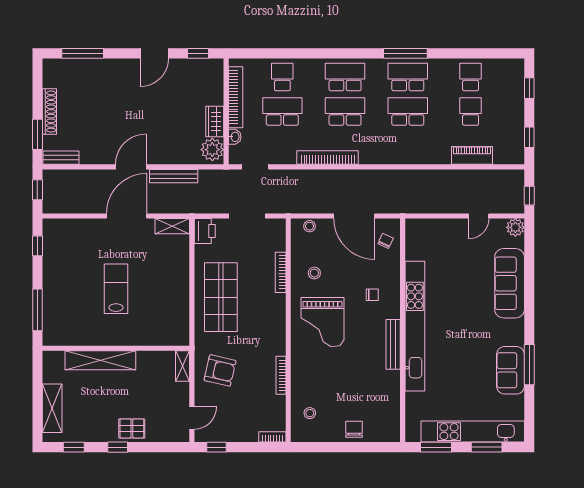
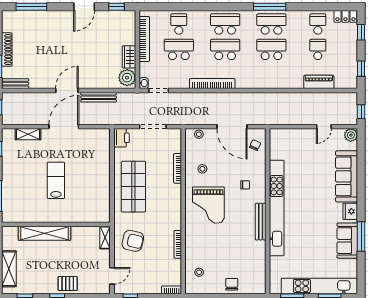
locker: (508, 67) -> (345, 16), added
washbasin: (235, 137) -> (144, 83), moved
shelving: (172, 226) -> (28, 134), moved
fridge: (515, 331) -> (350, 211), added

